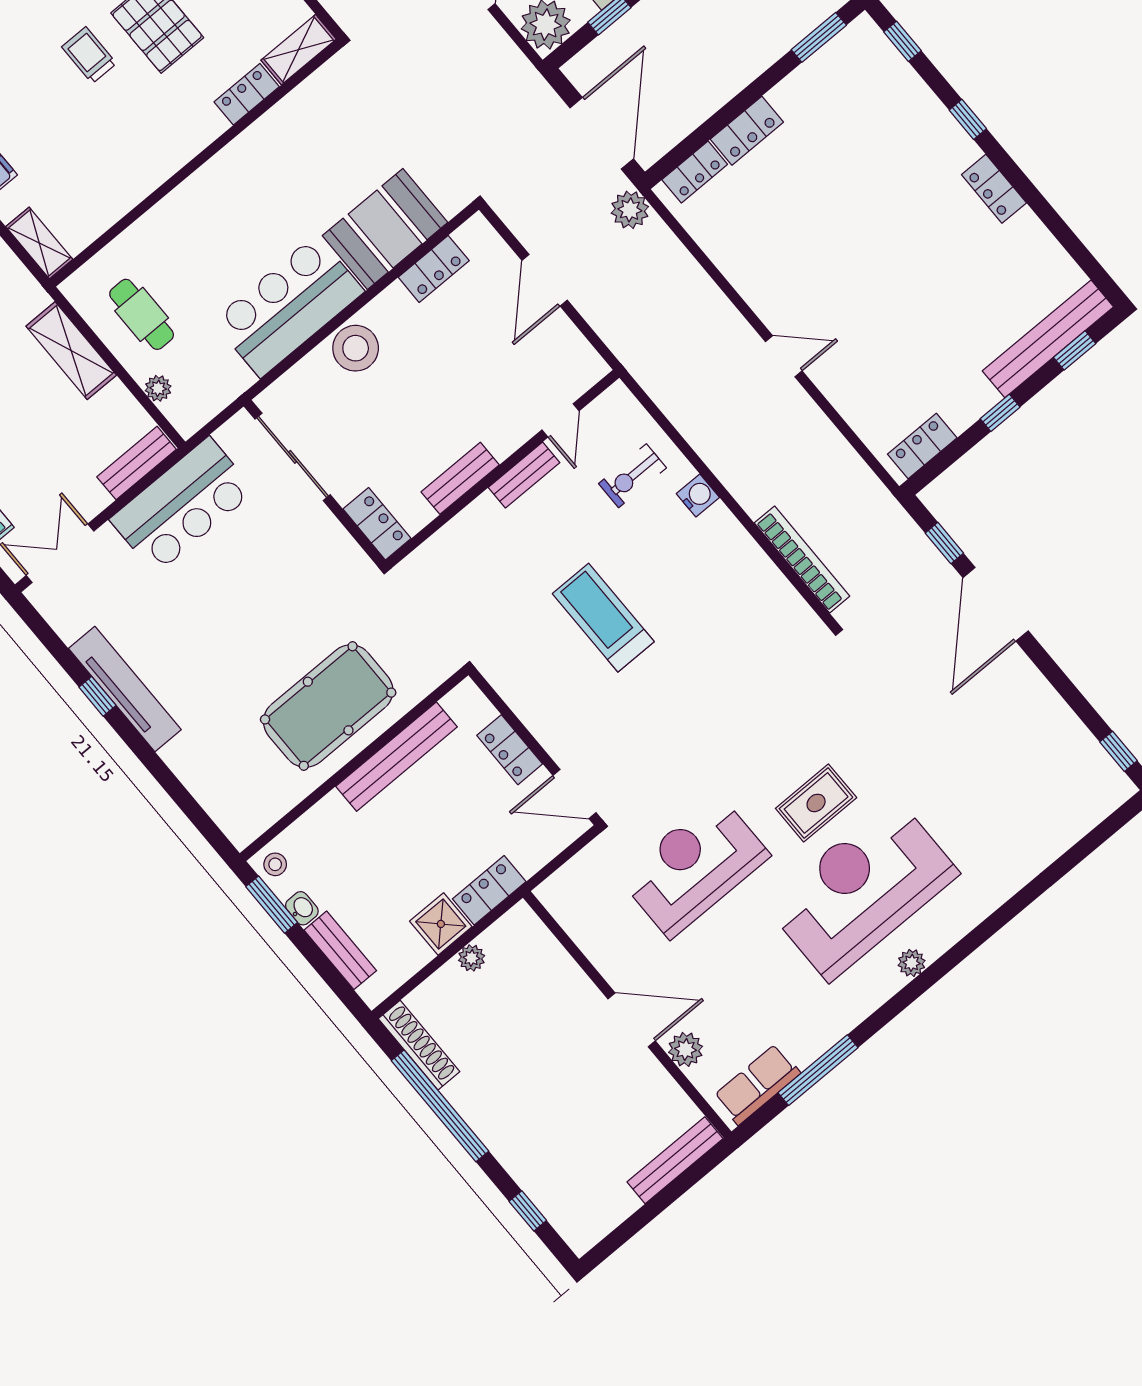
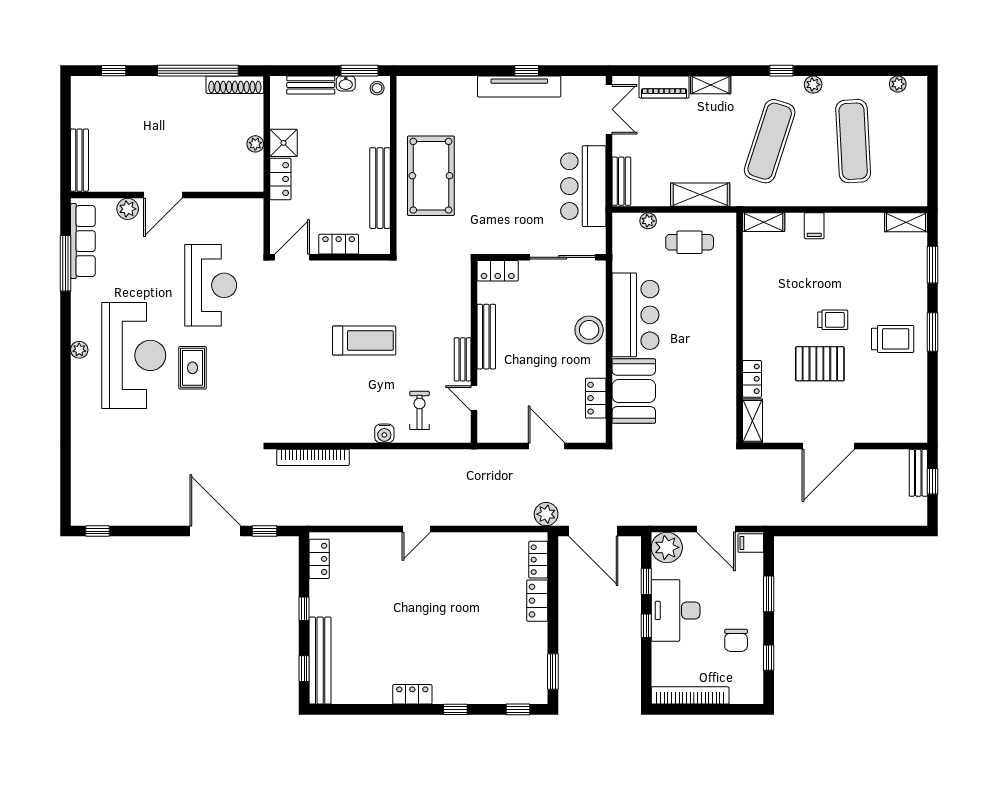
bench: (460, 478) -> (486, 337), width x1.36
row of seats: (757, 1084) -> (83, 241), width x1.48

